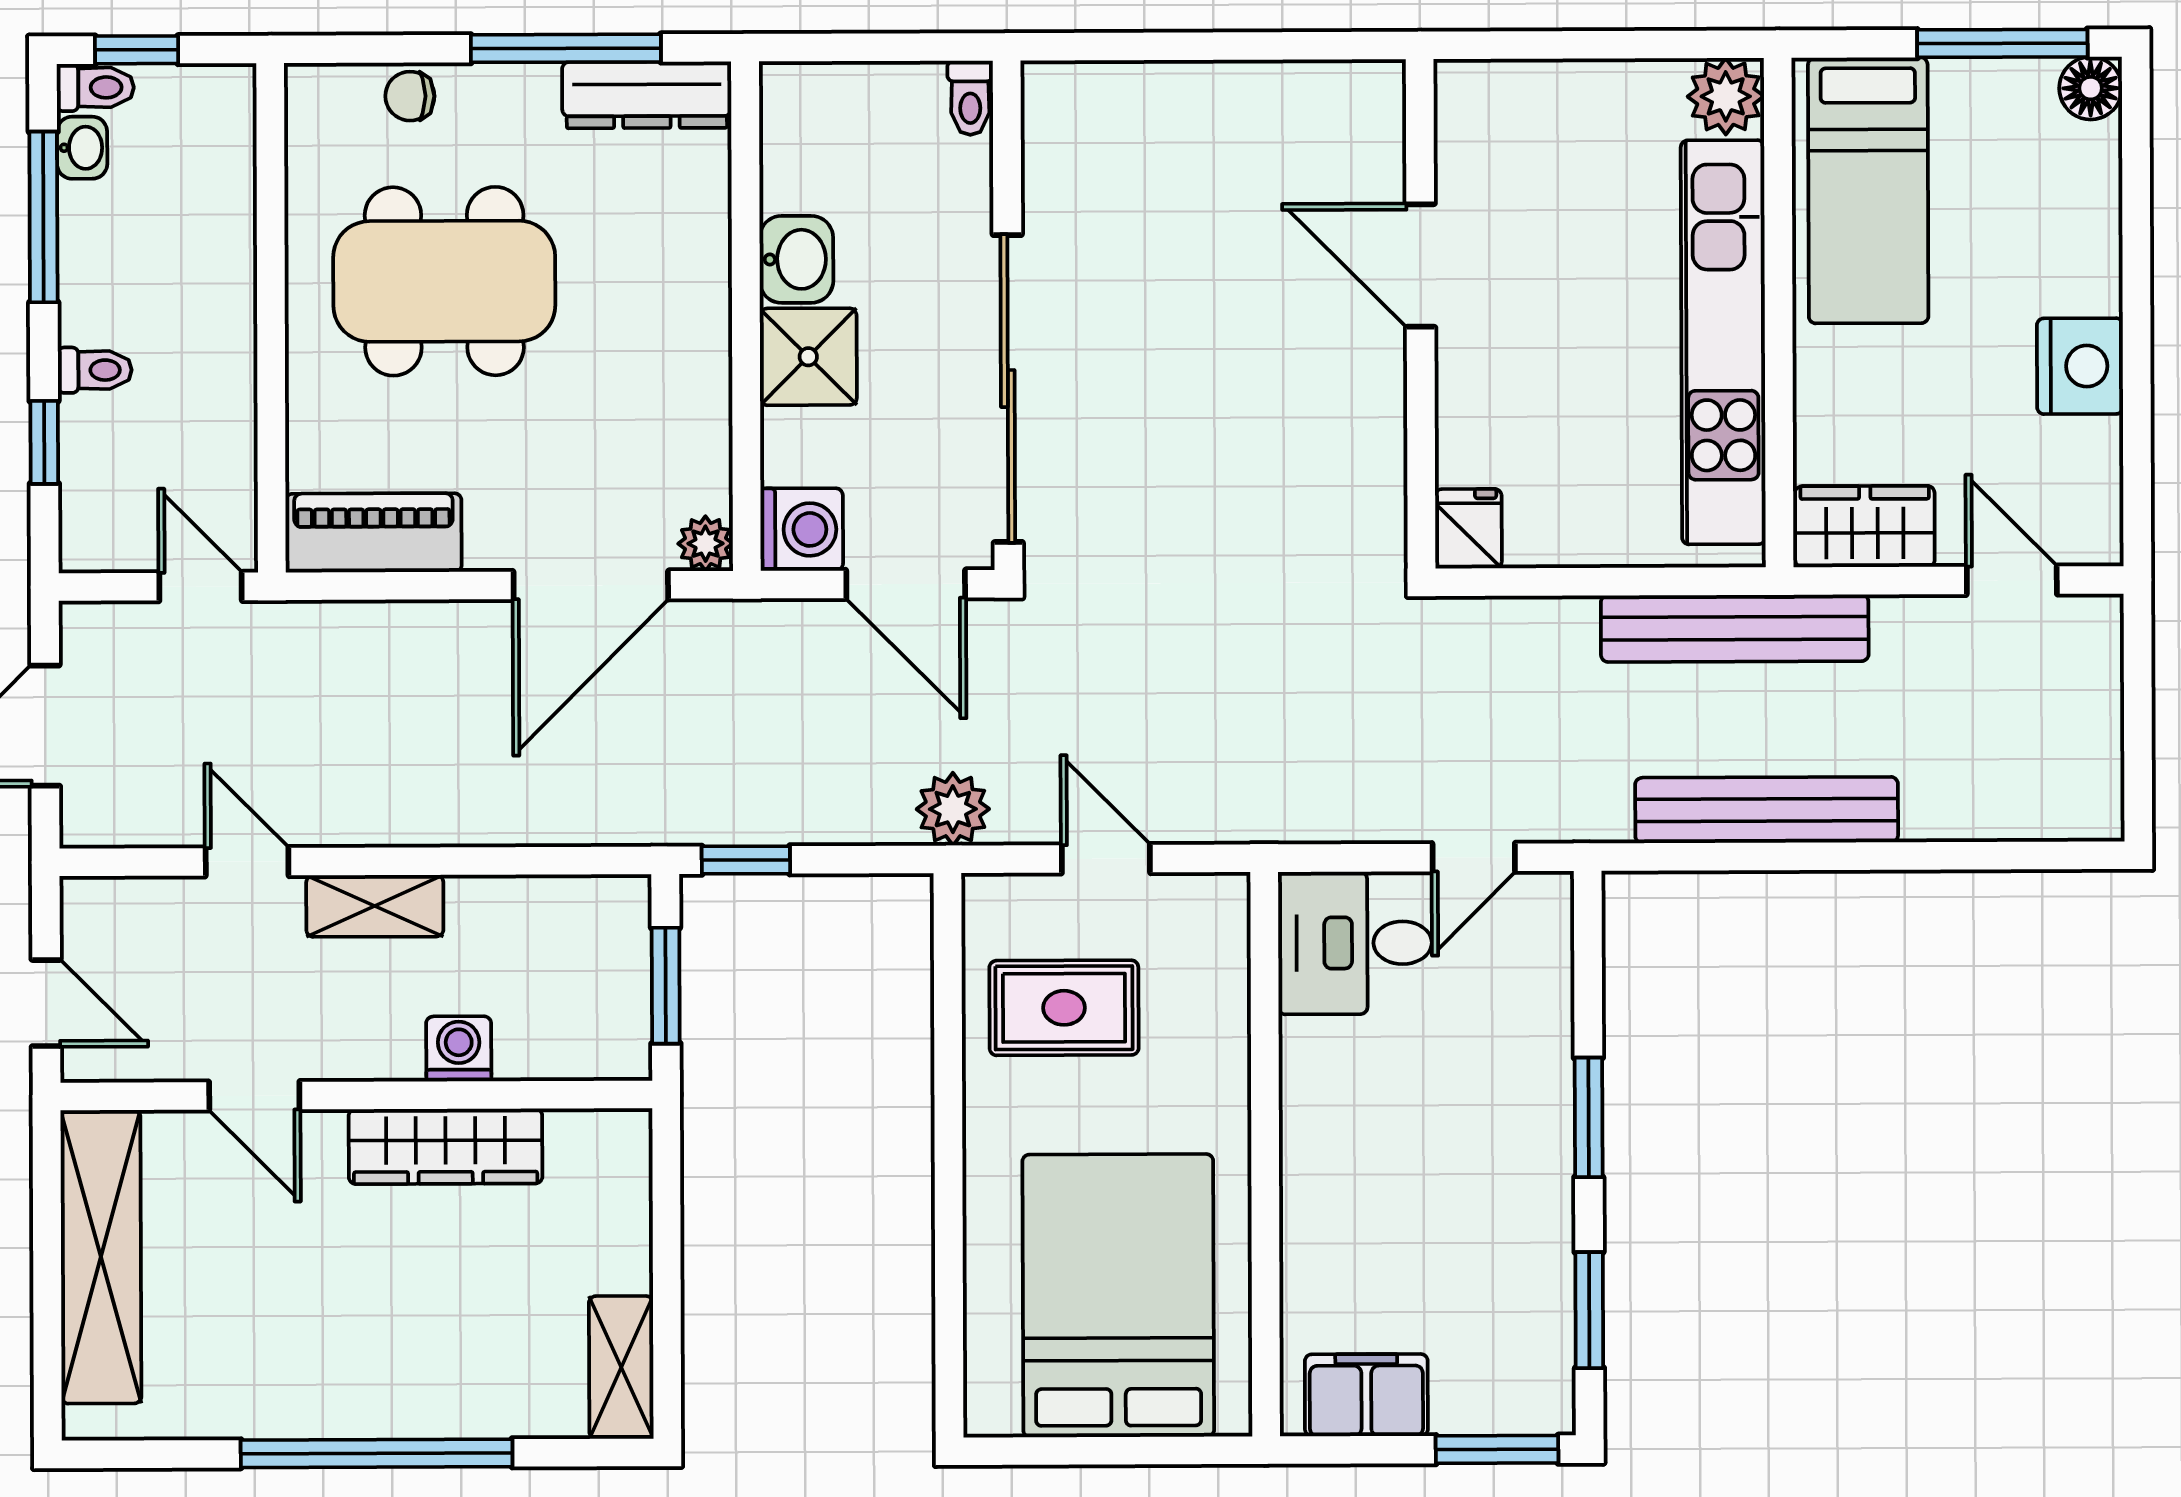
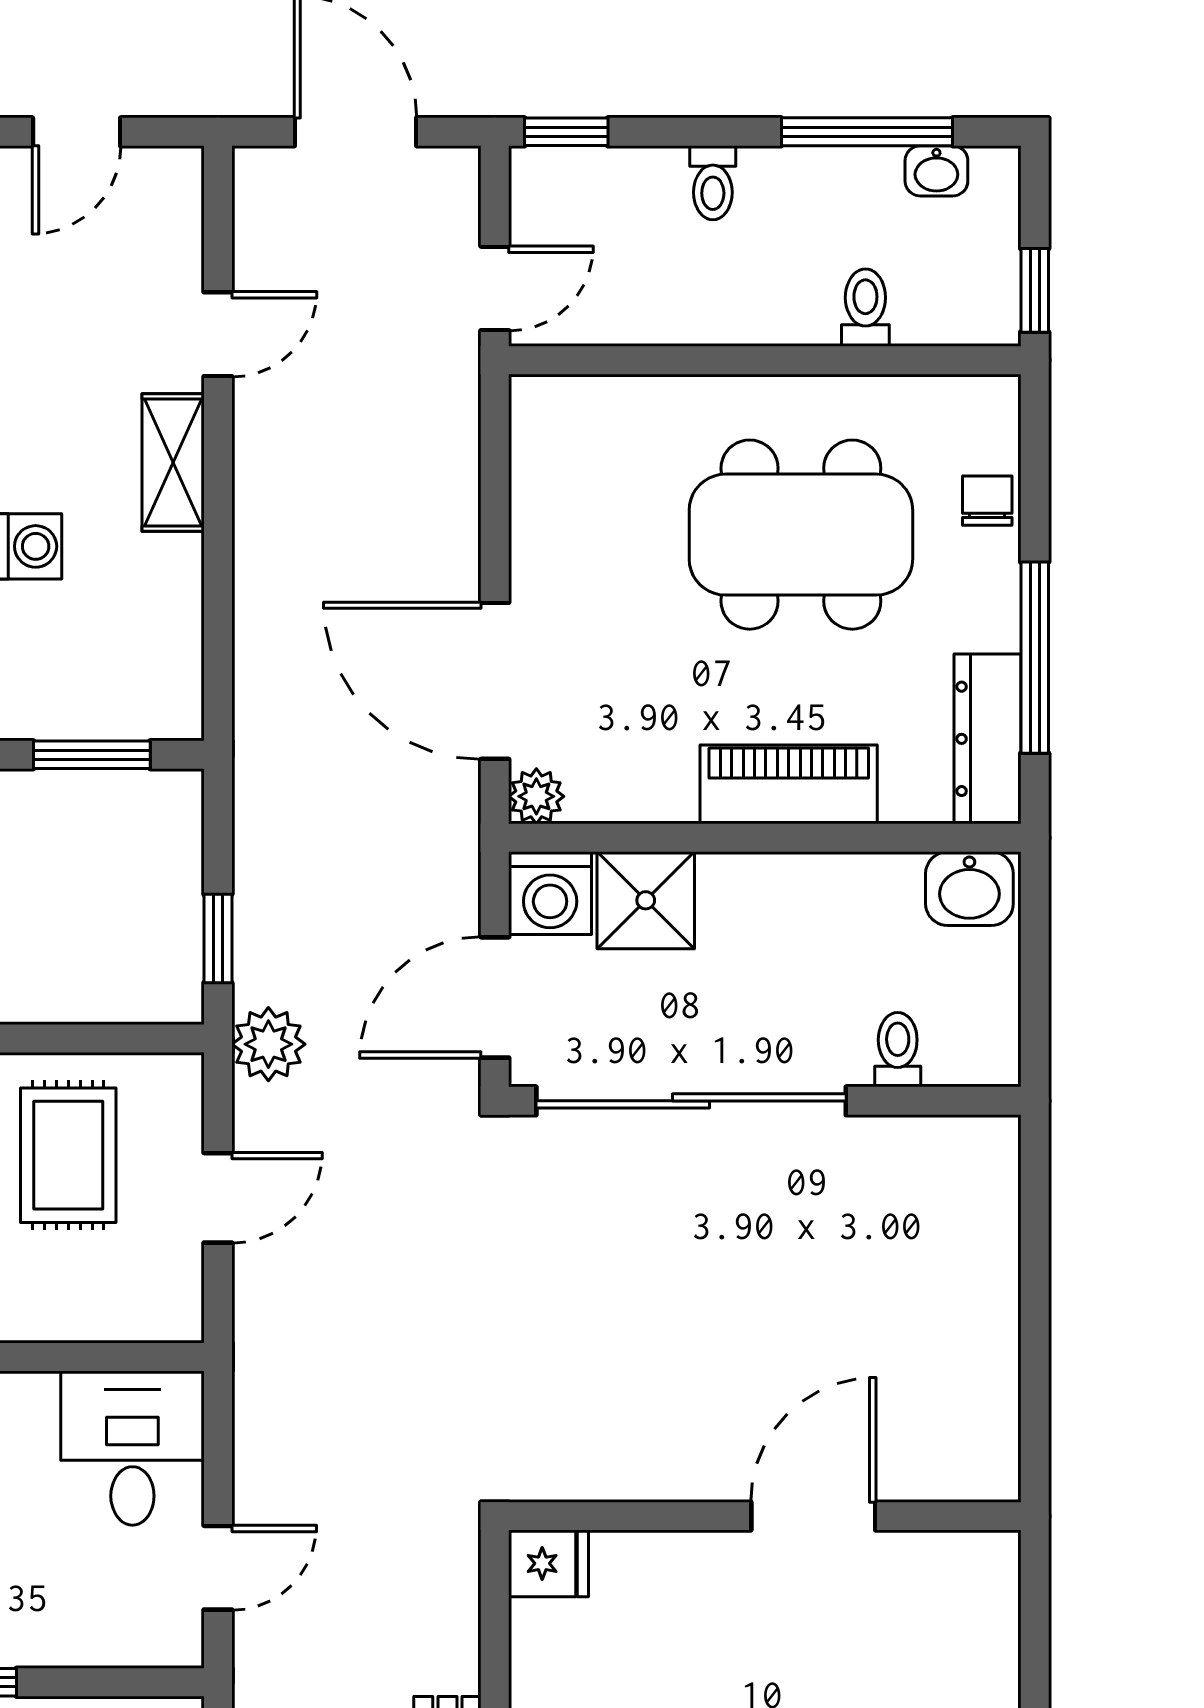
window: (137, 50) -> (1035, 290), moved
toilet: (95, 87) -> (865, 308), moved, turned 180
toilet: (970, 98) -> (898, 1050), moved, turned 90
washbasin: (796, 259) -> (969, 889), moved
dining table: (444, 281) -> (801, 535), turned 90
shower: (808, 357) -> (646, 900), moved
window: (44, 442) -> (566, 132), moved
piano: (374, 533) -> (789, 784), moved, turned -90
door: (1474, 857) -> (218, 1568), swing flipped
window: (746, 860) -> (218, 938), moved

